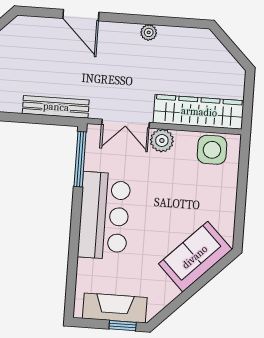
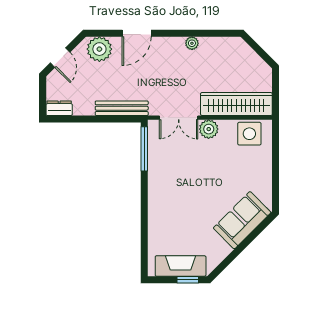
door: (81, 15) -> (137, 33), hinge flipped
plant: (33, 31) -> (99, 49), added
bar counter: (104, 216) -> (167, 193), removed

